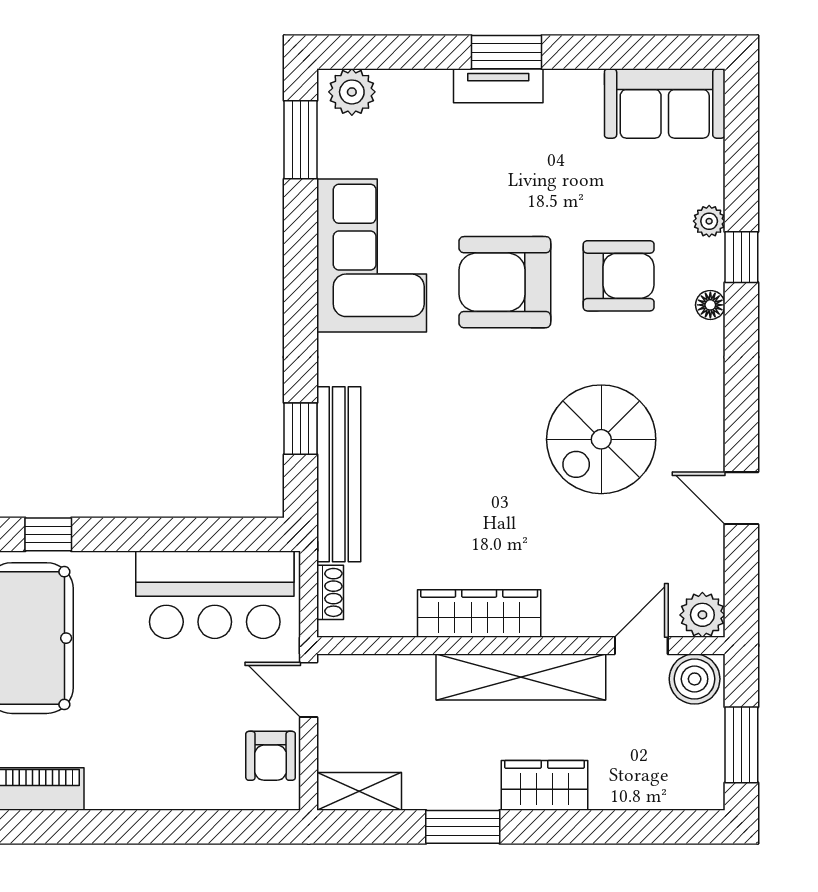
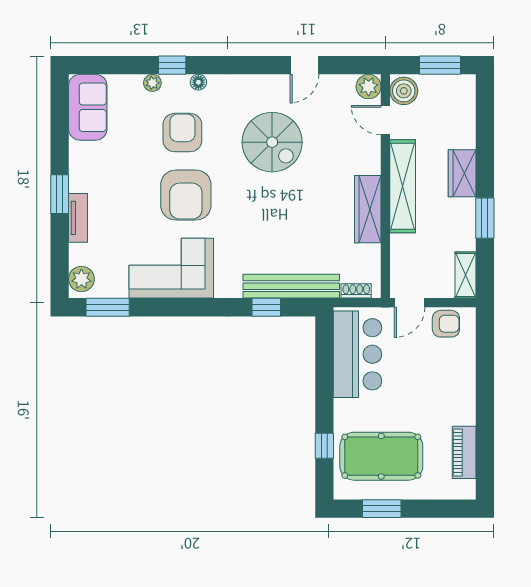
tv unit: (498, 86) -> (78, 218), moved

